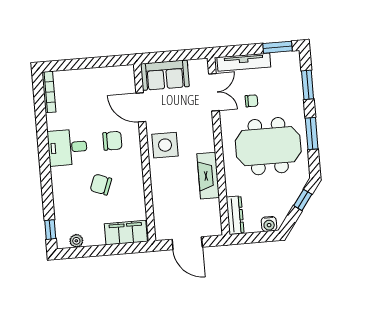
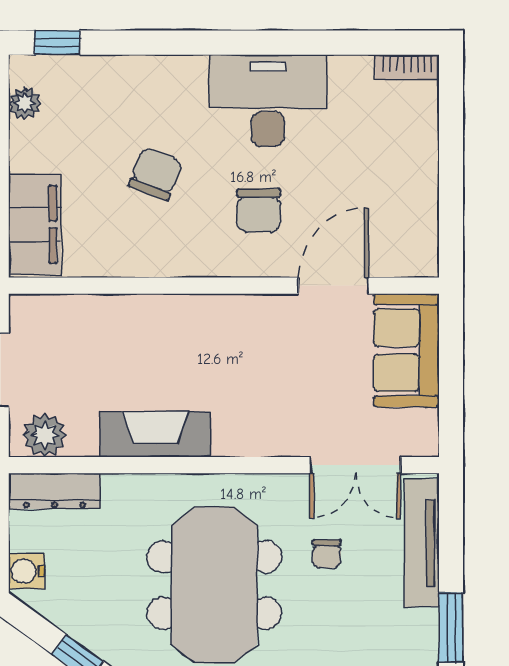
bookcase: (49, 92) -> (407, 67), width x0.64
side table: (165, 145) -> (238, 336), removed
desk: (67, 147) -> (268, 101), width x1.37
plant: (212, 221) -> (45, 435), added

